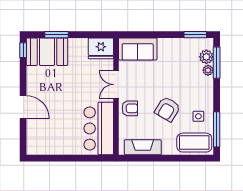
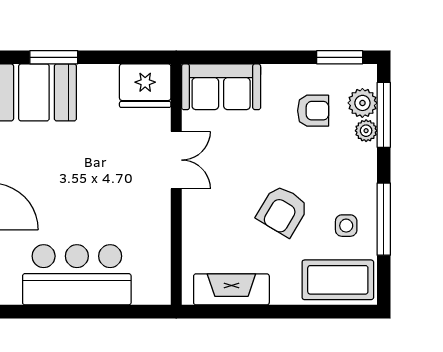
double door: (116, 85) -> (176, 160), swing flipped
armchair: (130, 108) -> (313, 111), moved
bar counter: (99, 128) -> (77, 275), moved, turned 90
window: (217, 129) -> (384, 219), moved

